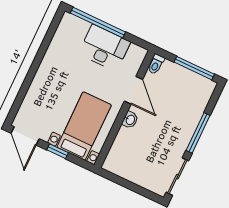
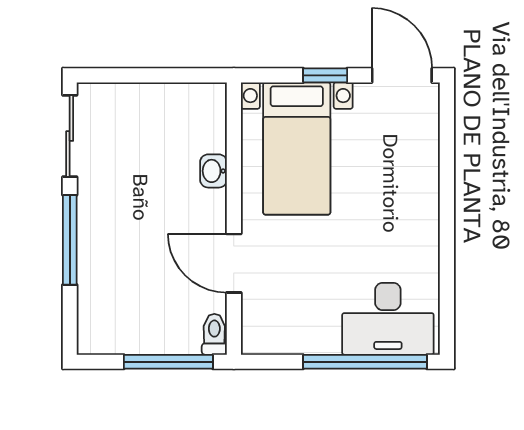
desk: (104, 48) -> (388, 319), moved
window: (194, 68) -> (168, 362), moved
washbasin: (130, 120) -> (213, 171), moved

